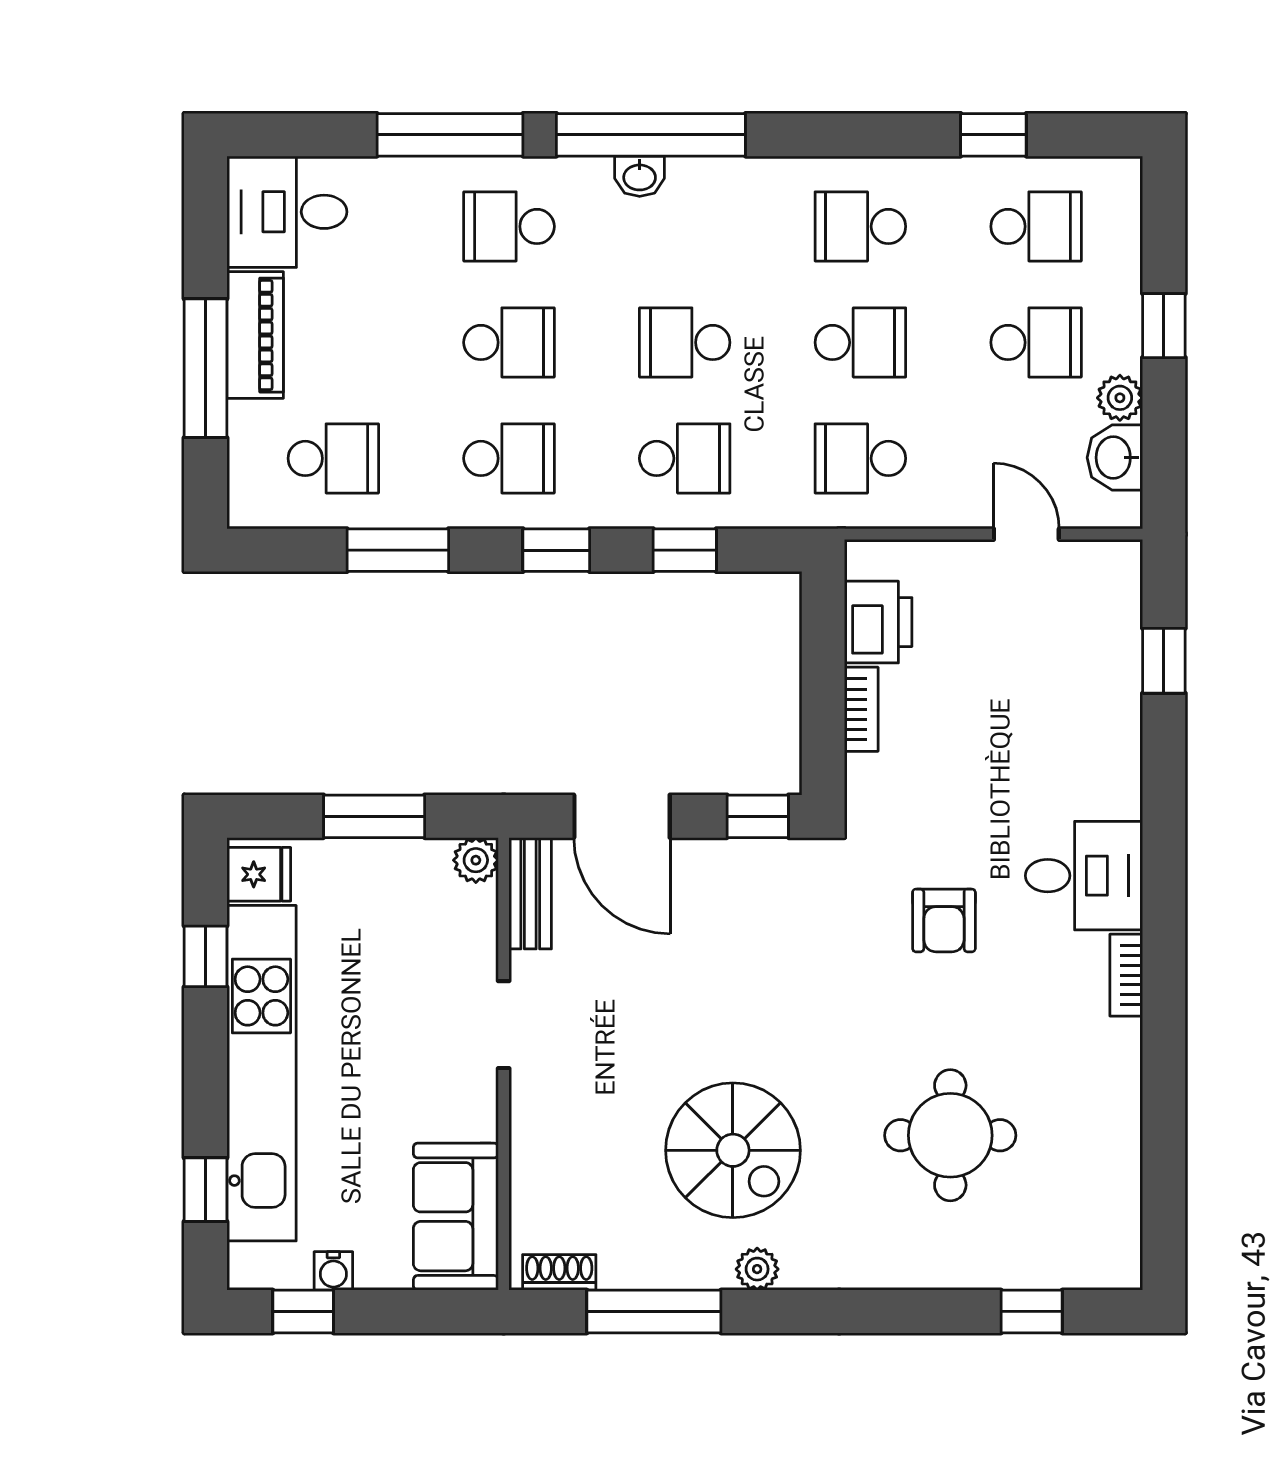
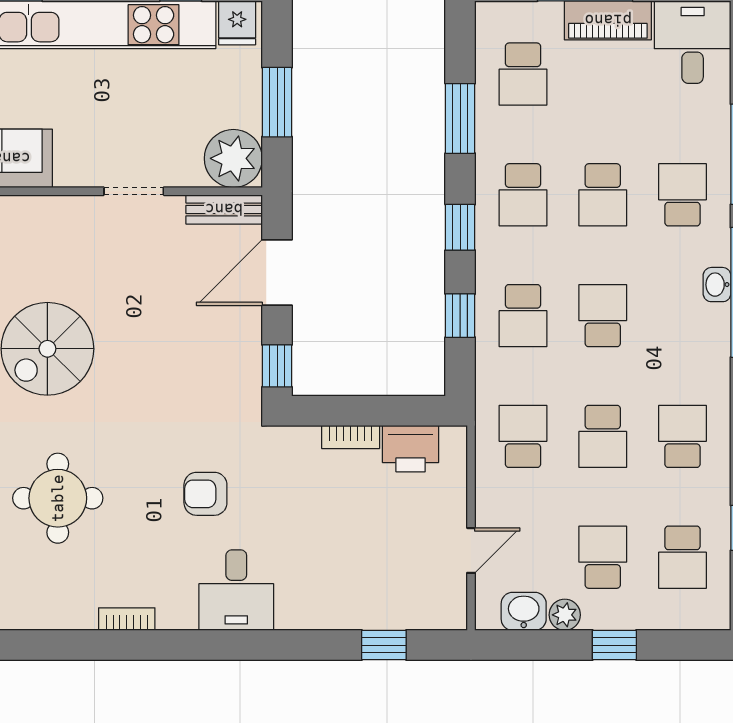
school desk: (1036, 342) -> (603, 557), turned 180
plant: (476, 860) -> (233, 158), width x1.88, depth x1.88
bookcase: (1126, 975) -> (127, 619), moved

